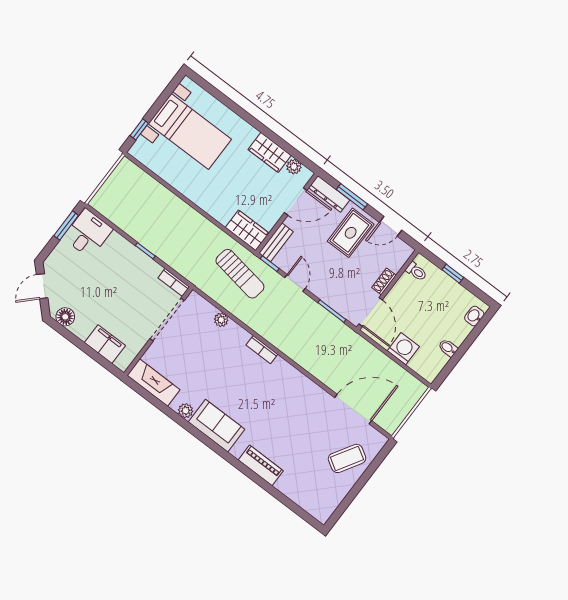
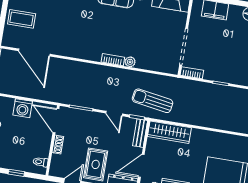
wardrobe: (247, 230) -> (169, 132), width x1.50
plant: (221, 320) -> (130, 62), moved
door: (353, 409) -> (34, 53), hinge flipped
coffee table: (347, 458) -> (22, 19), turned 59

